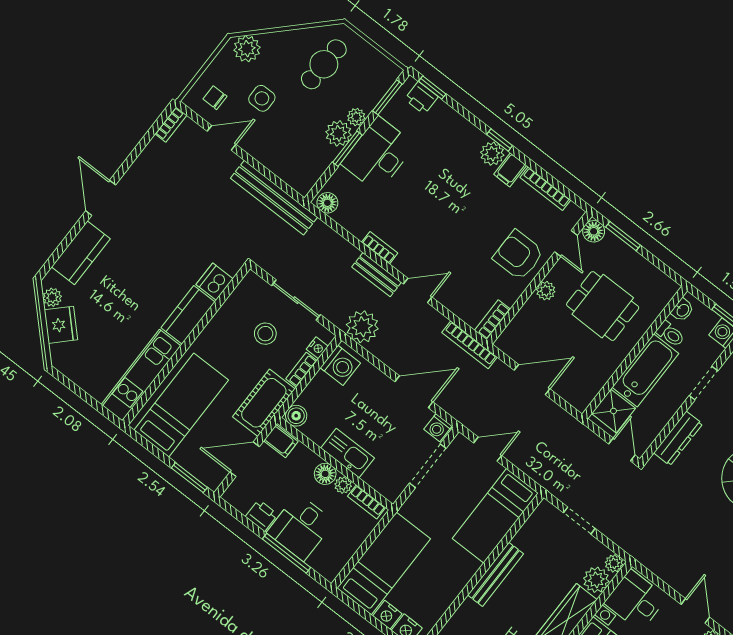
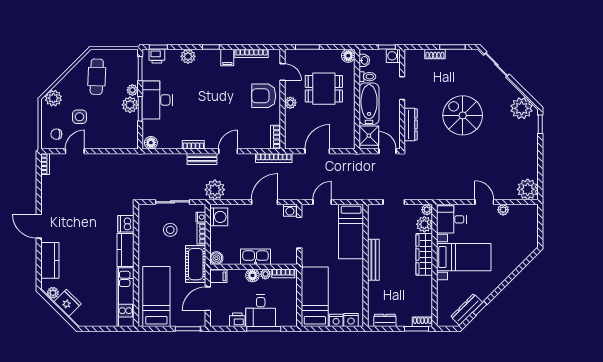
plant: (492, 154) -> (188, 56), moved
bench: (274, 198) -> (123, 160), removed
floor lamp: (594, 231) -> (348, 56), moved

